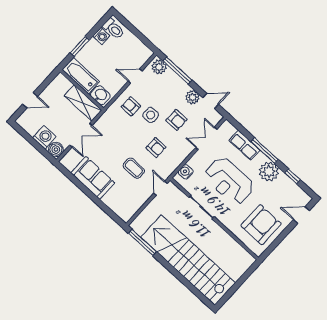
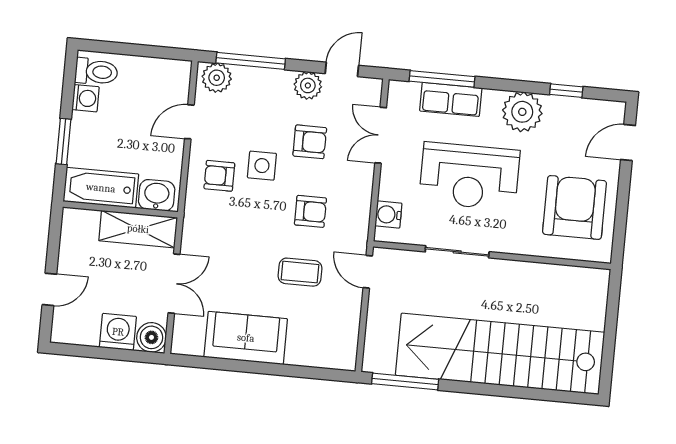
window: (265, 151) -> (442, 79), moved

